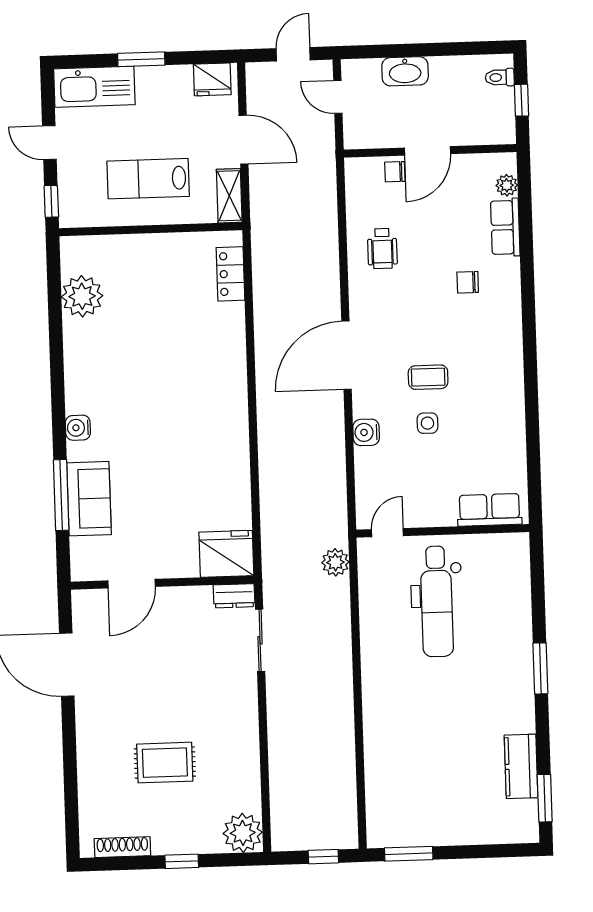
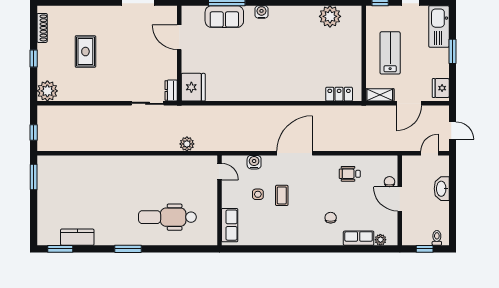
door: (346, 355) -> (295, 153), hinge flipped
row of seats: (489, 510) -> (230, 225), moved
wall: (443, 531) -> (219, 200), moved
door: (387, 533) -> (219, 172), moved
dental chair: (437, 601) -> (167, 217), moved

